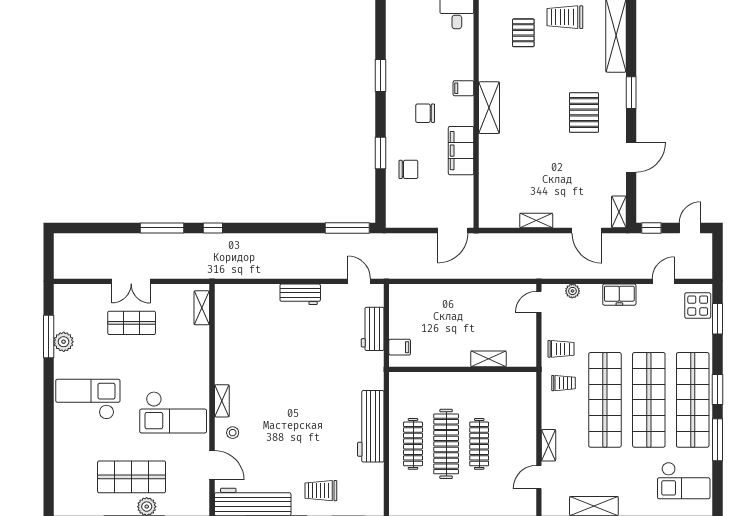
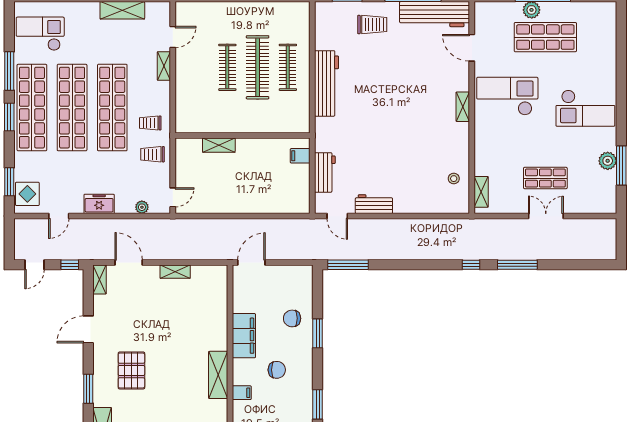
workbench: (300, 294) -> (374, 204), moved
stool: (233, 433) -> (454, 179), moved

